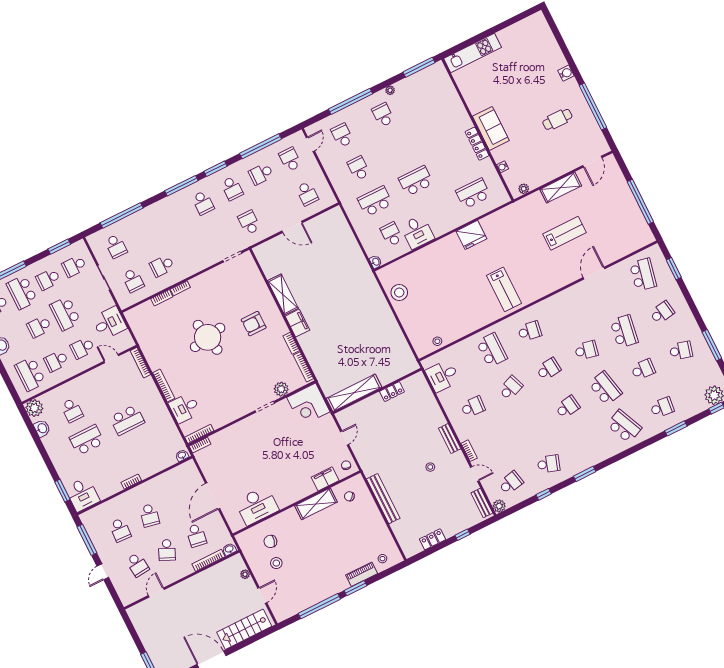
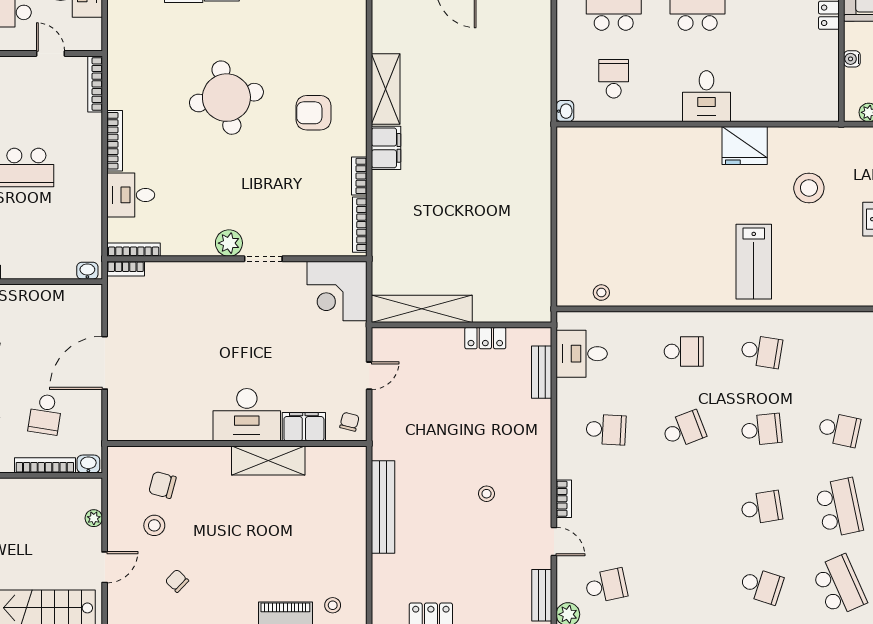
school desk: (473, 193) -> (782, 79), removed
desk: (417, 232) -> (706, 96), moved
stool: (399, 292) -> (809, 188), moved
school desk: (492, 350) -> (684, 351), width x0.54
plant: (281, 389) -> (229, 243), moved
bench: (450, 438) -> (542, 372), moved
school desk: (549, 464) -> (761, 586), moved
chair: (349, 496) -> (177, 581), moved
desk: (257, 506) -> (247, 415), moved

